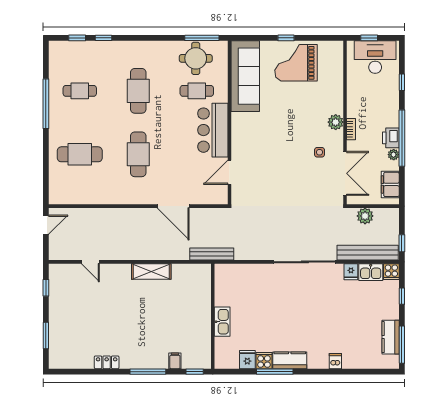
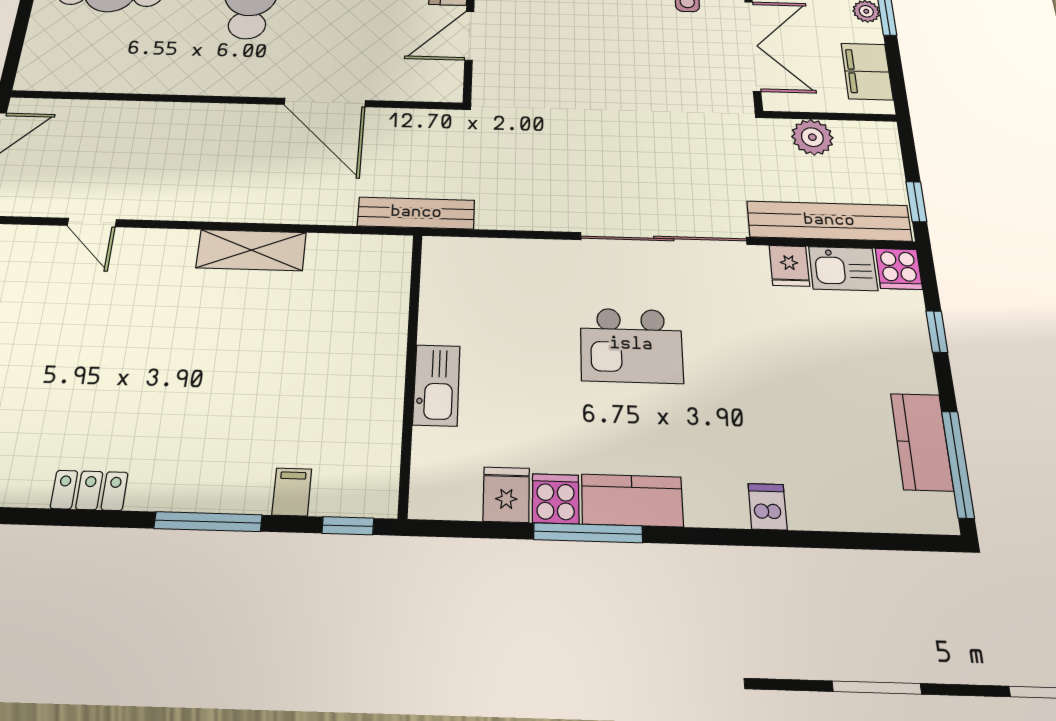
kitchen island: (291, 305) -> (631, 345), added

